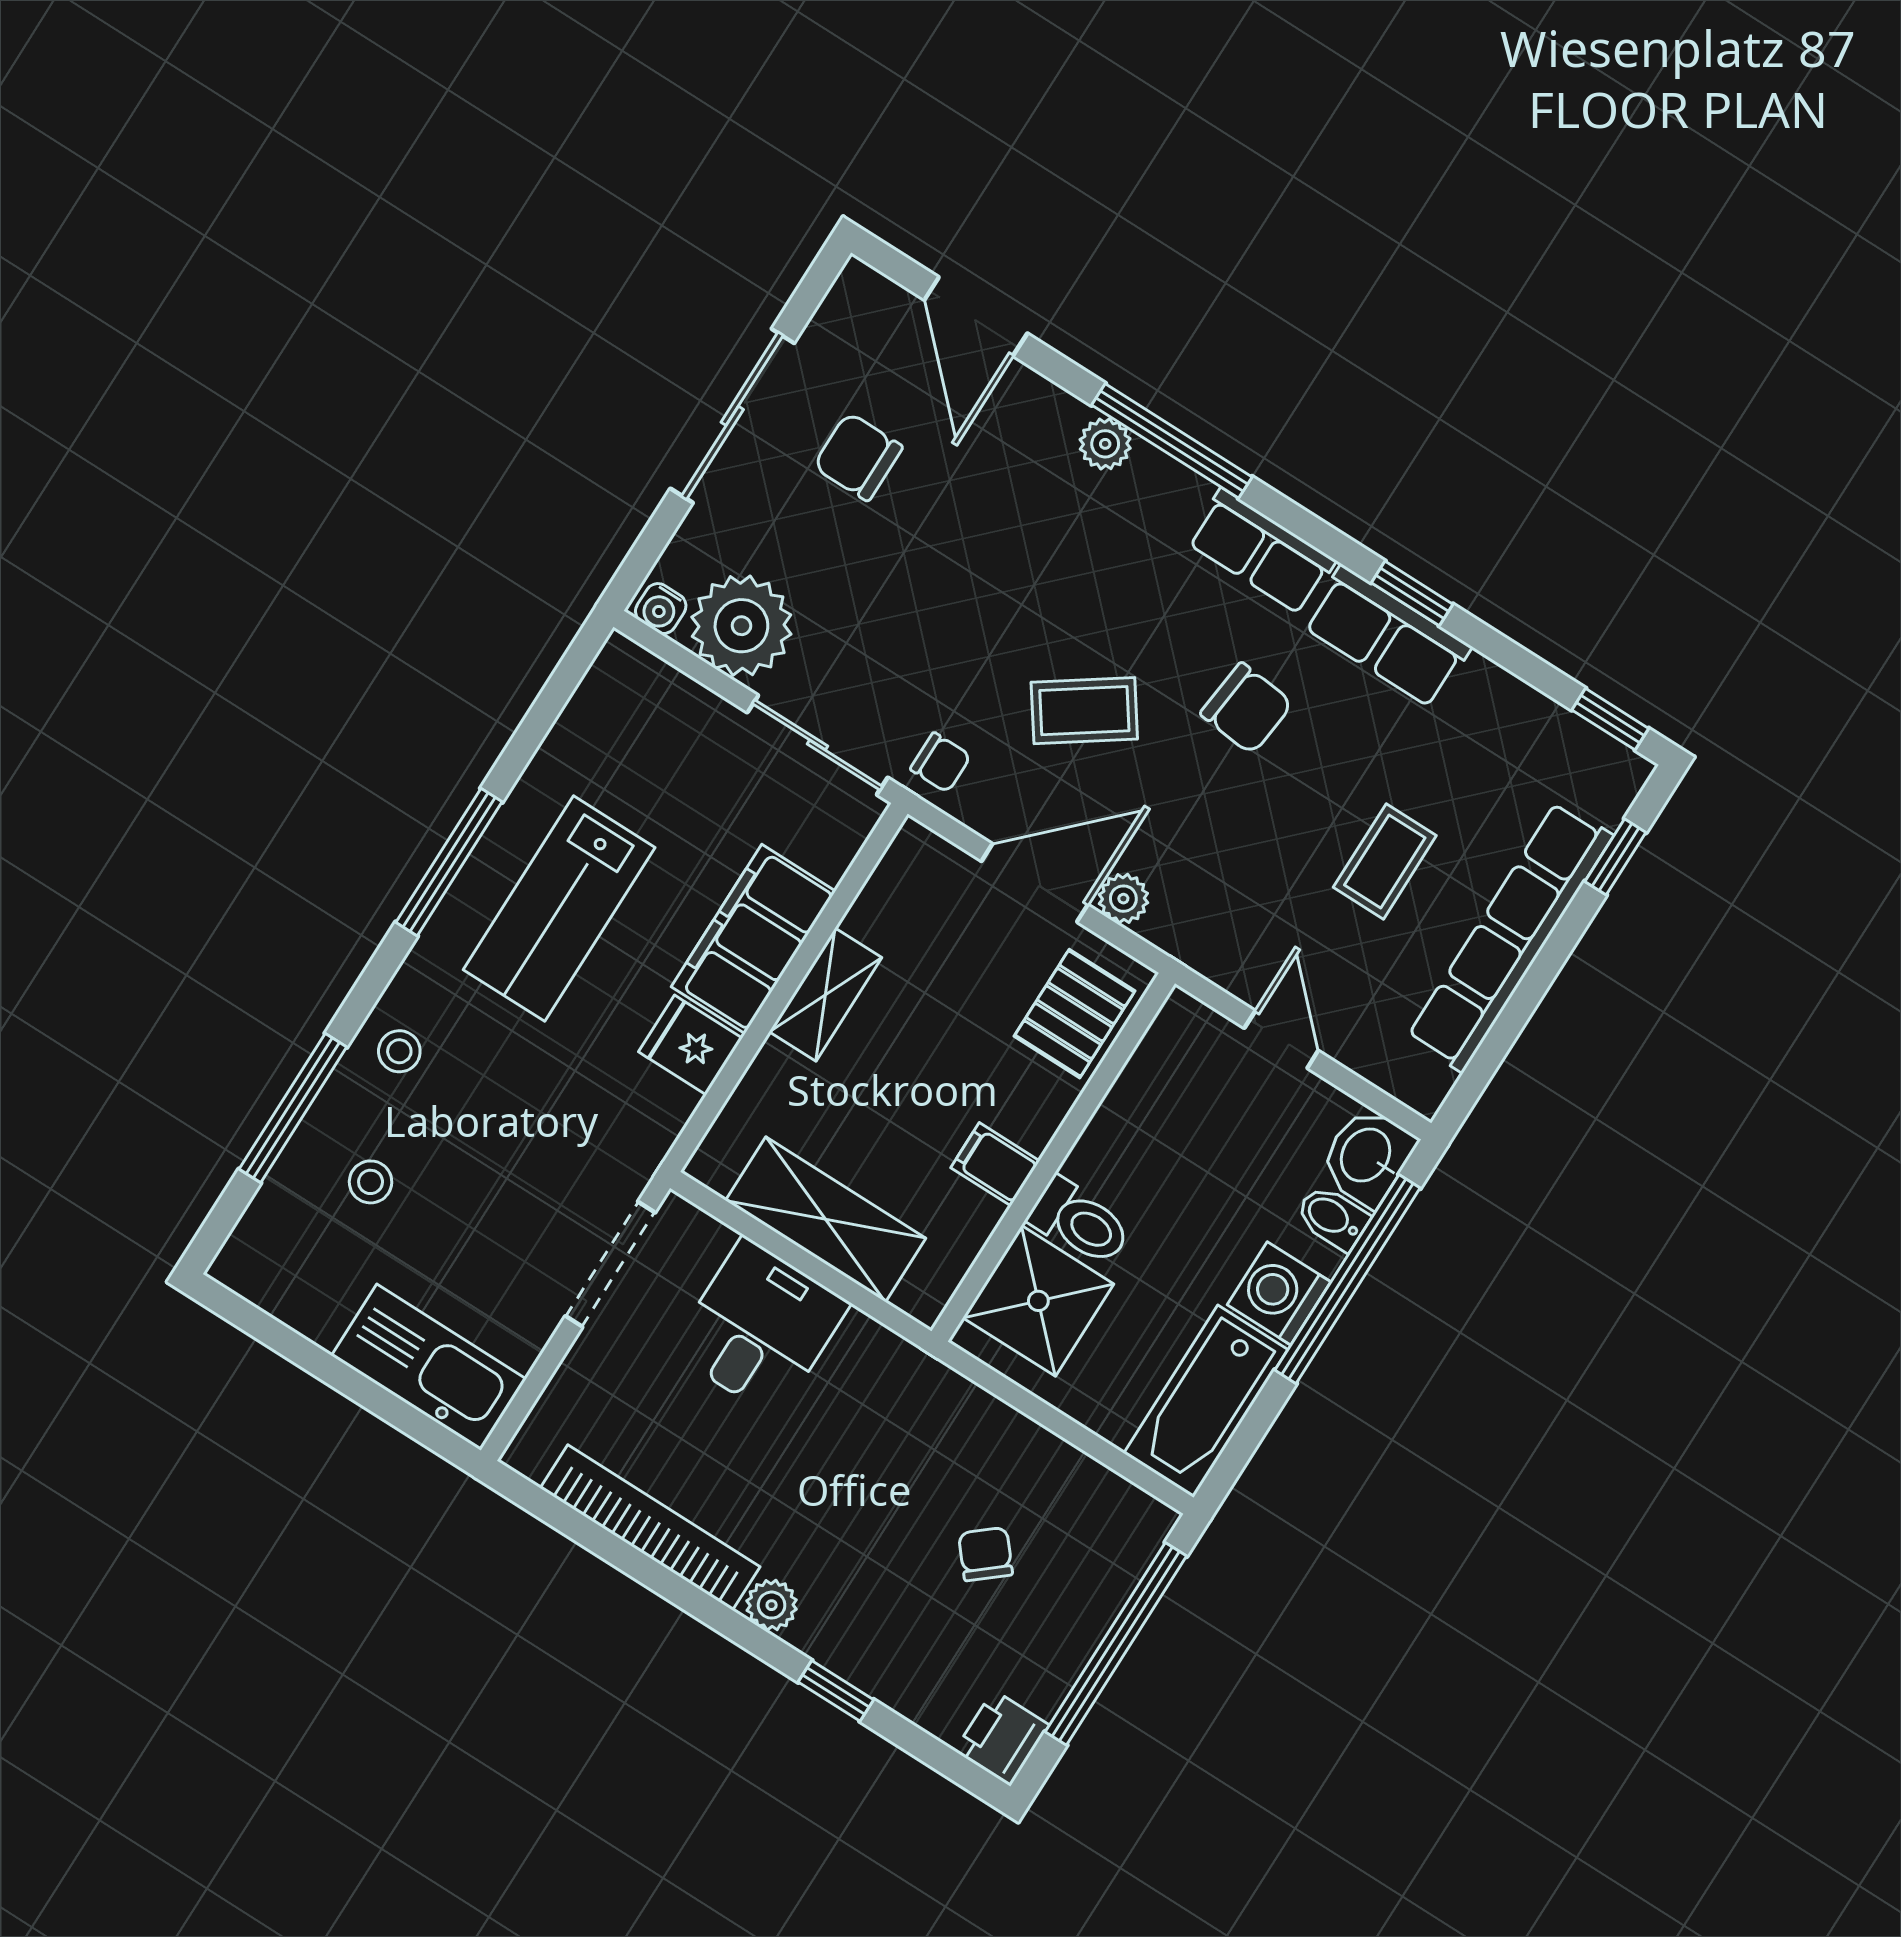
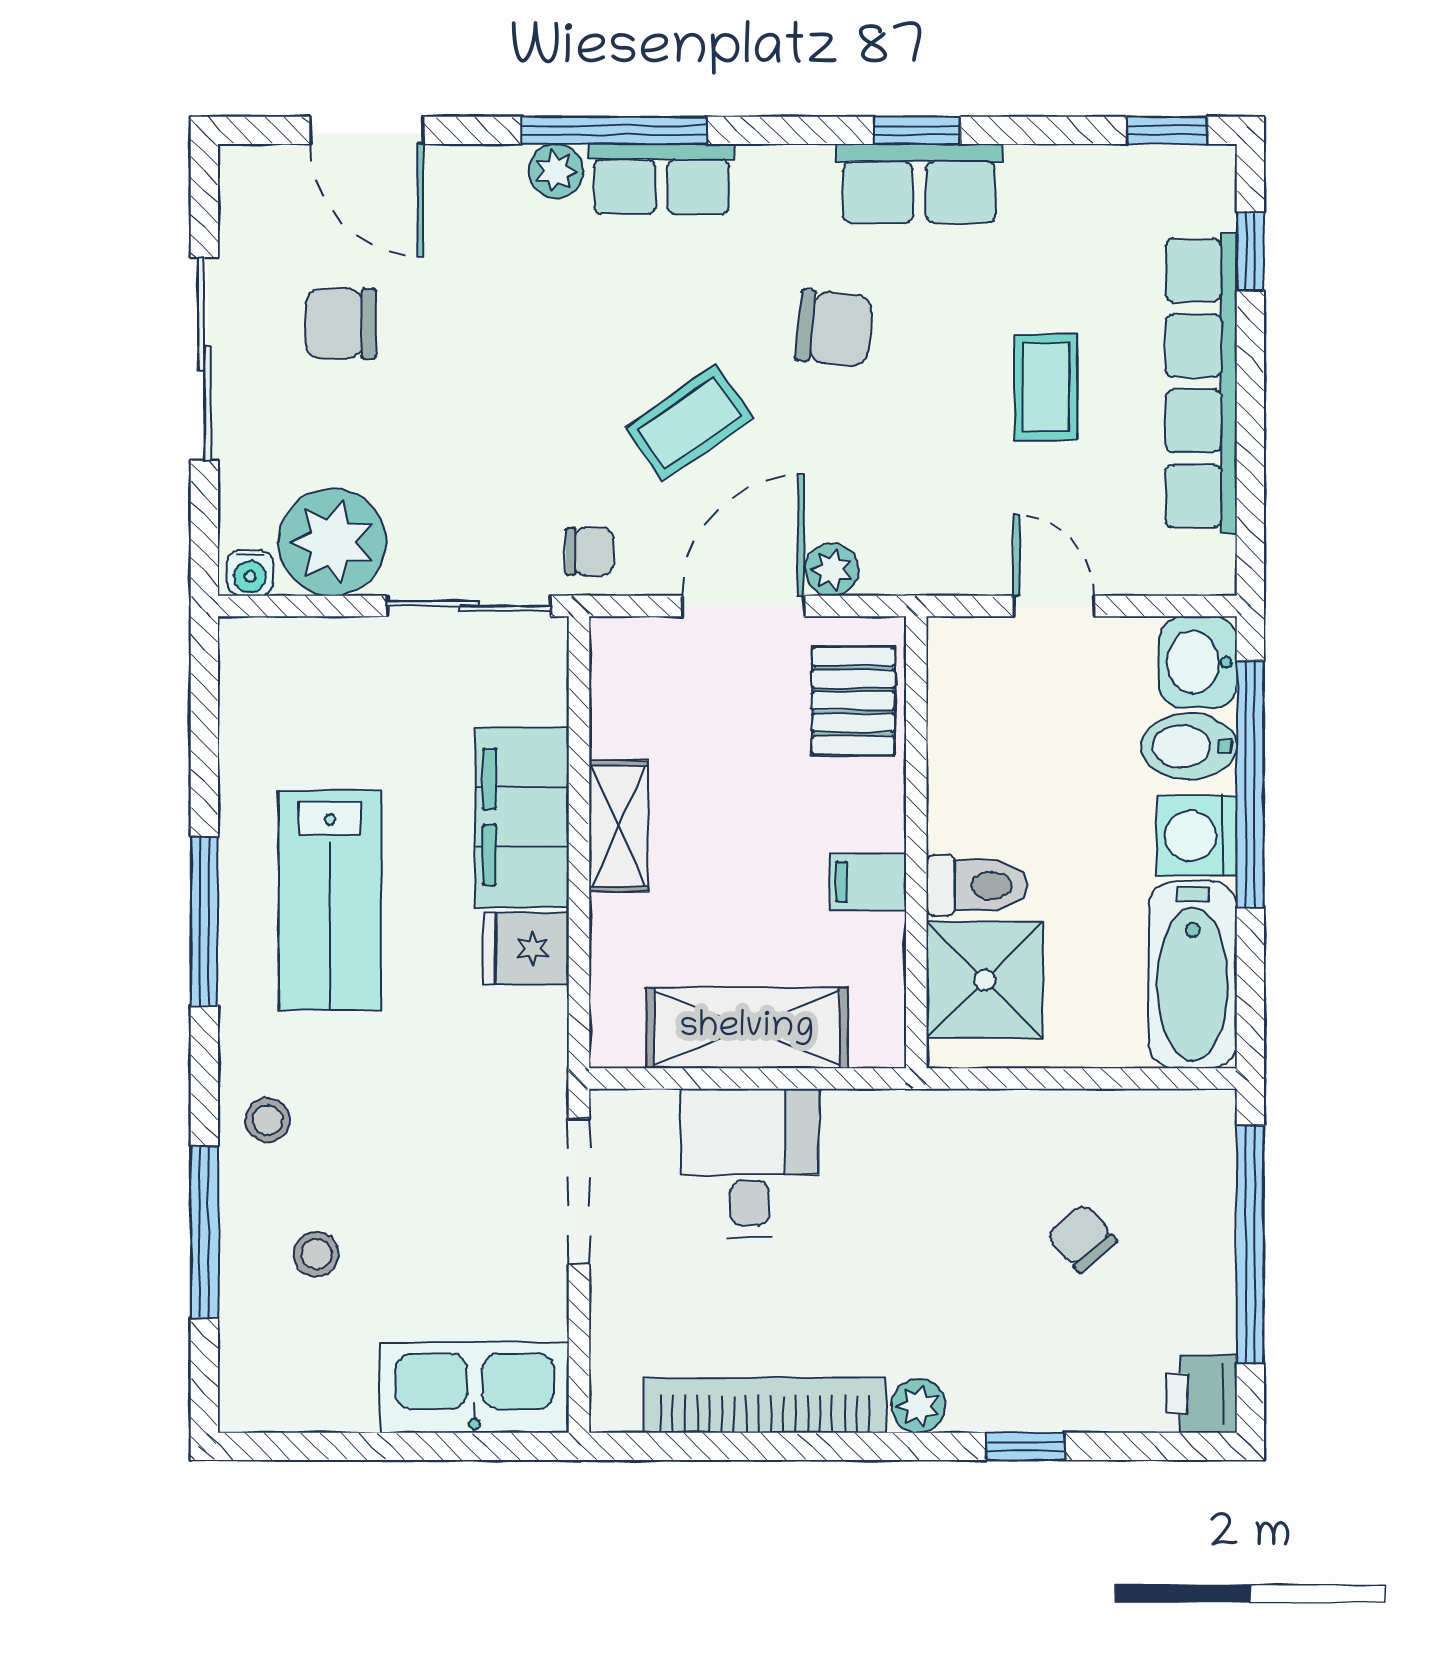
row of seats: (1261, 552) -> (662, 179), moved
bidet: (1332, 1218) -> (1189, 746), width x1.38, depth x1.36

